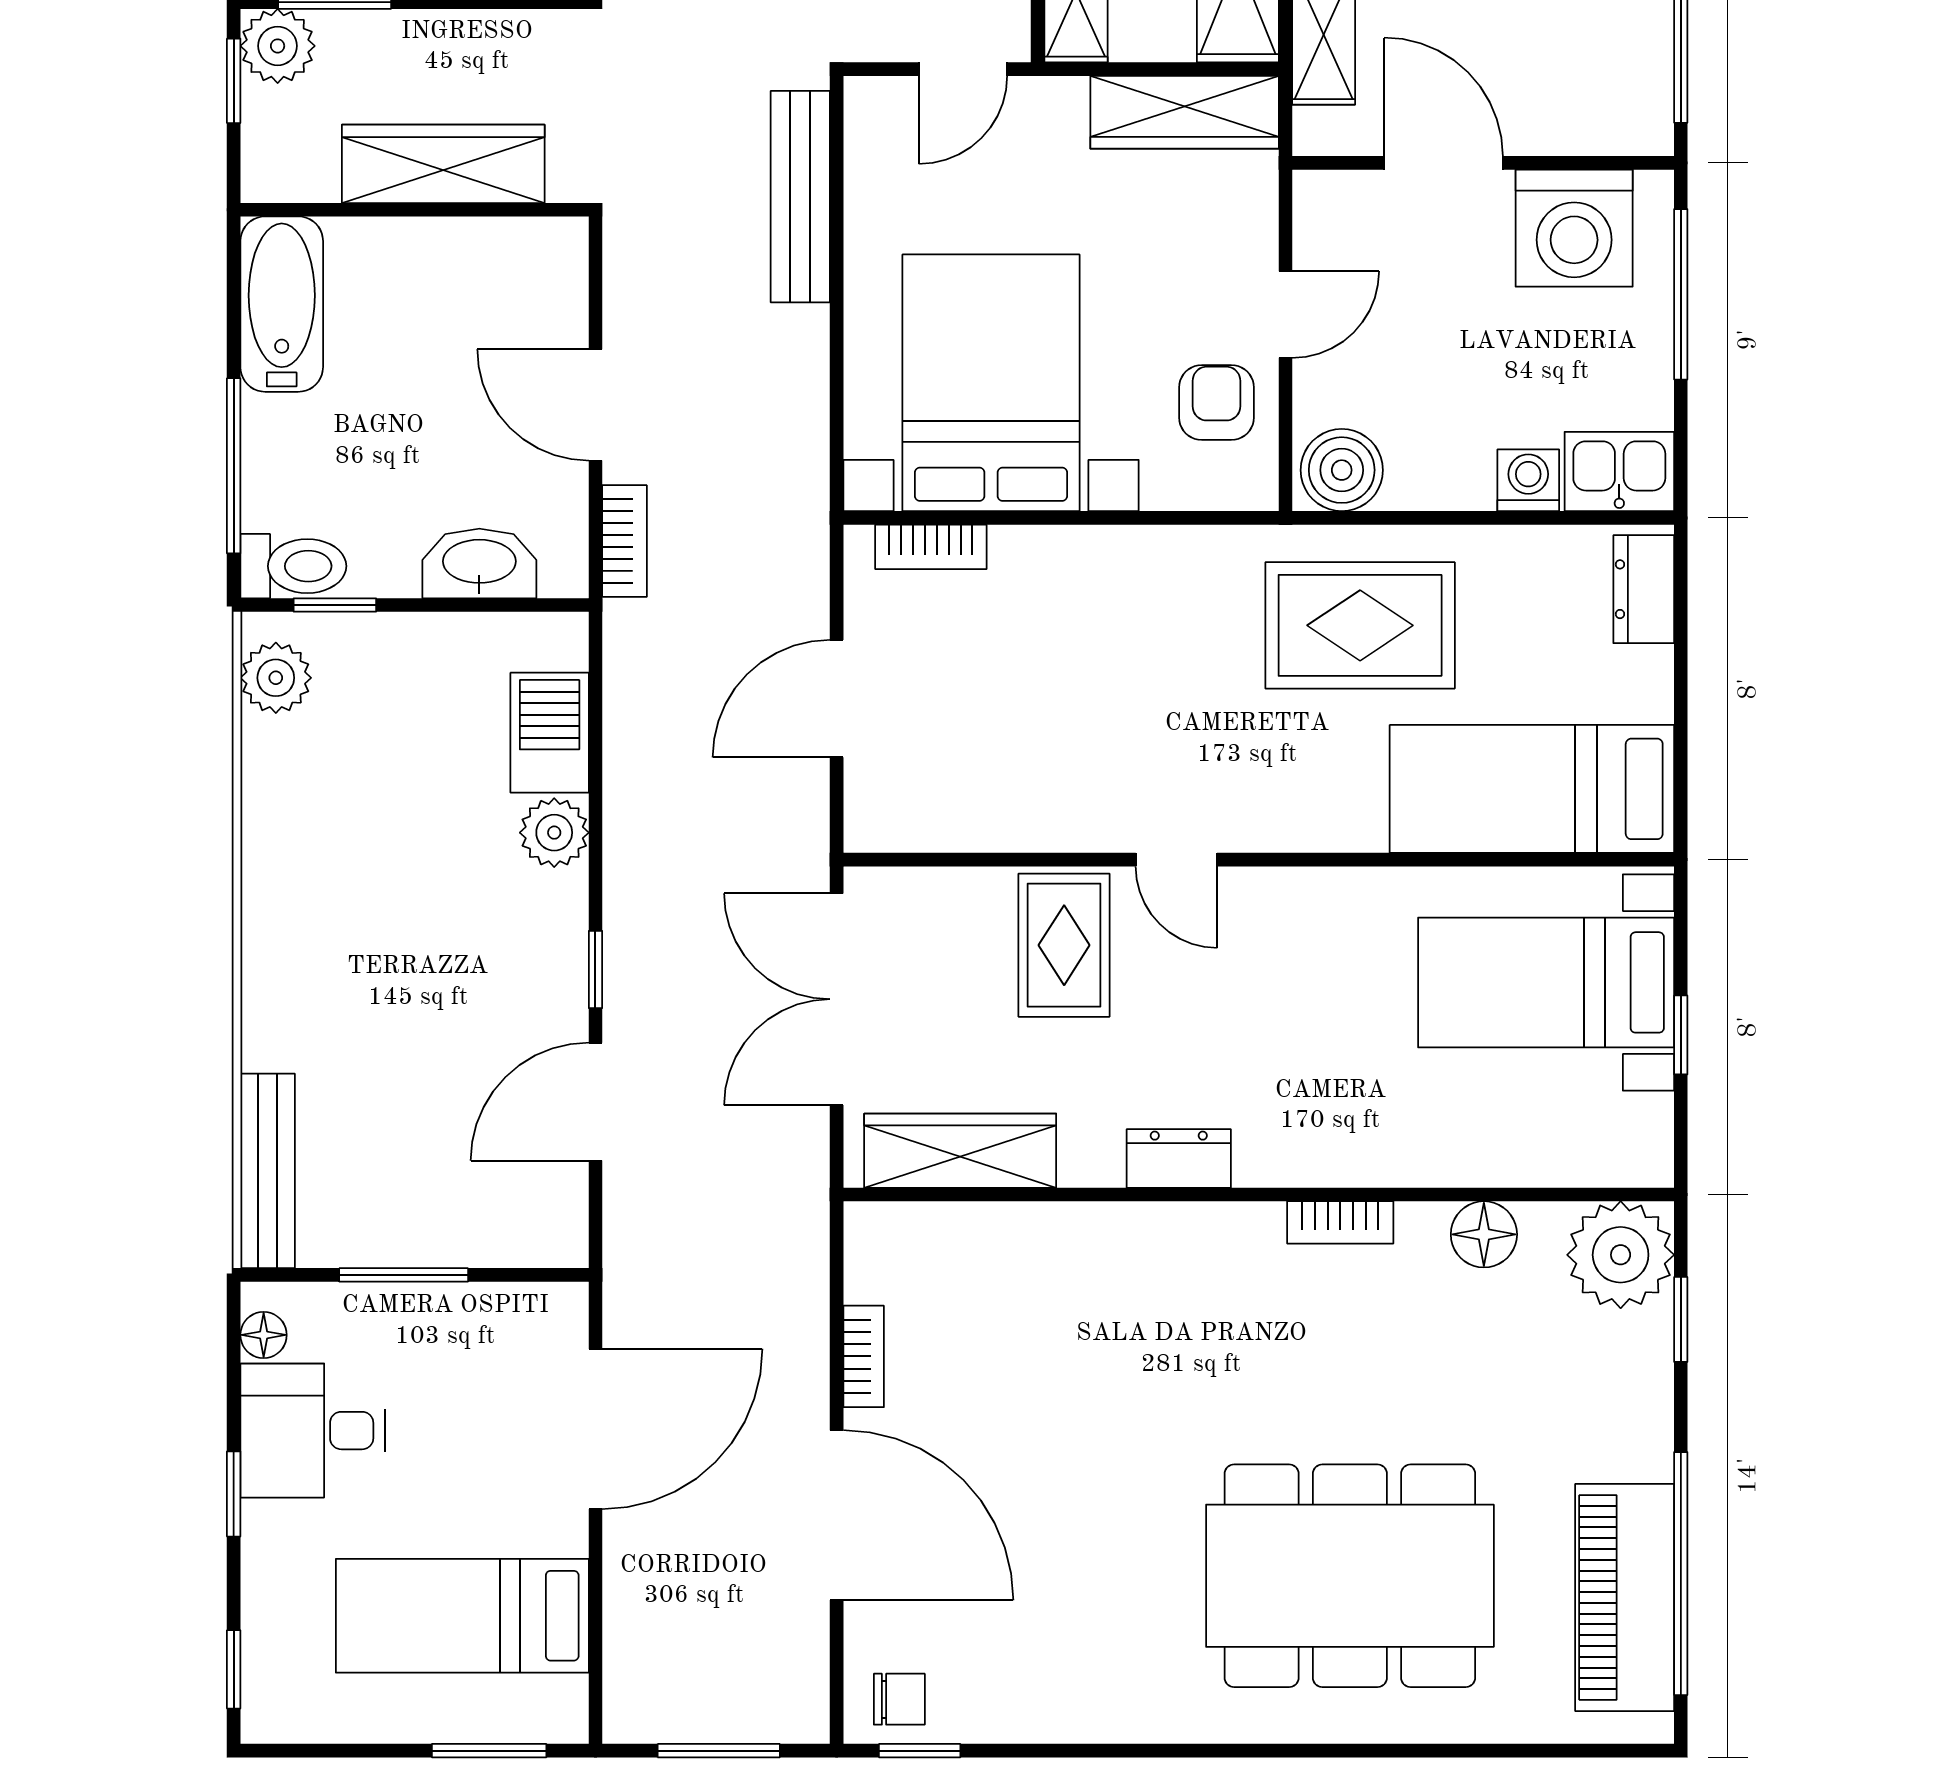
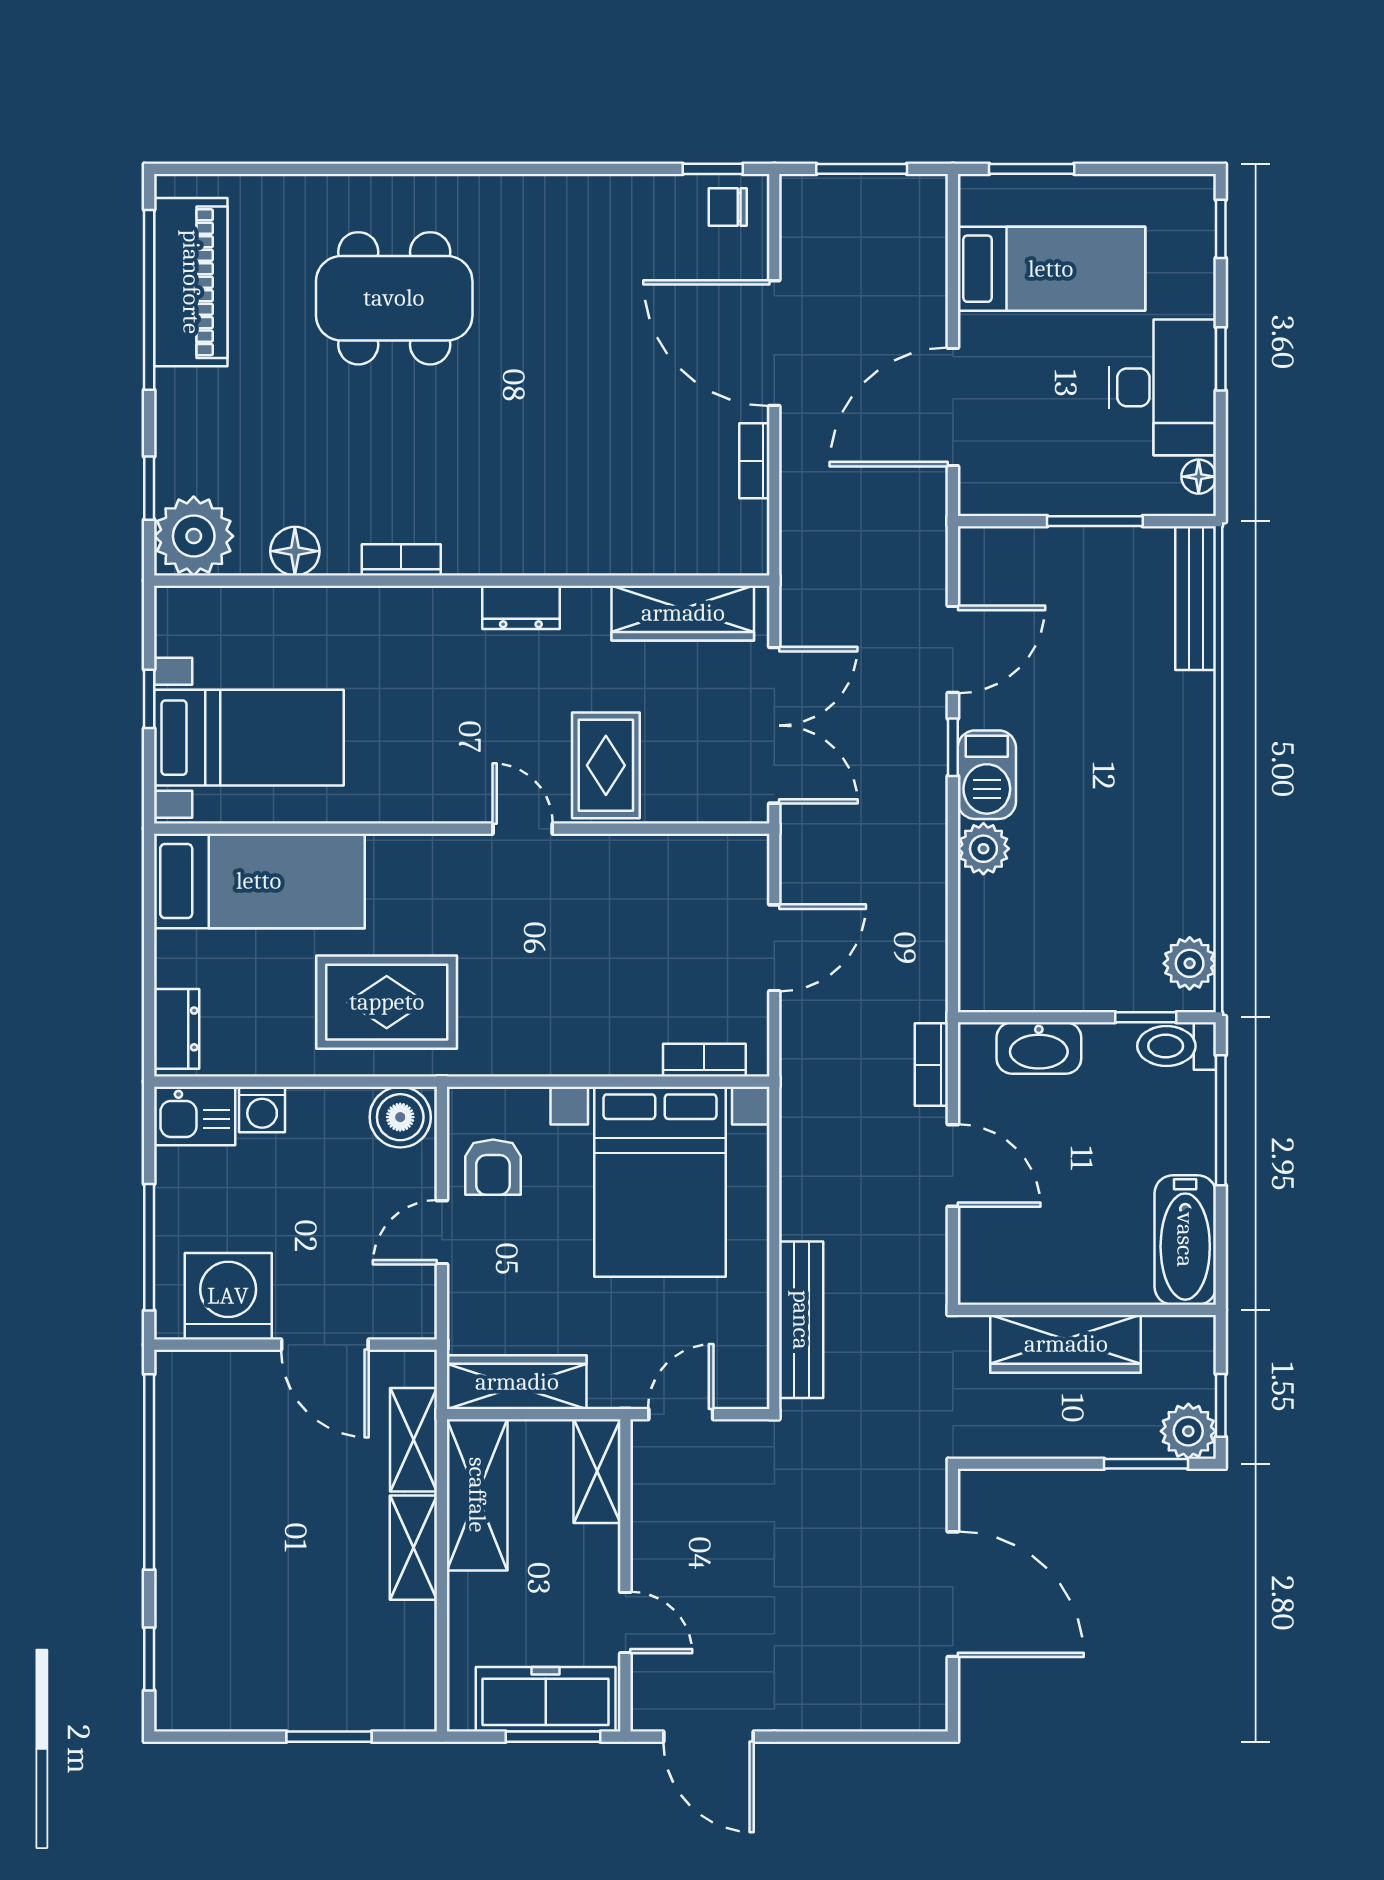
barbecue: (550, 733) -> (987, 775), moved
desk: (313, 1431) -> (1162, 387), width x1.37
dining table: (1350, 1576) -> (394, 298), width x0.73, depth x0.80

